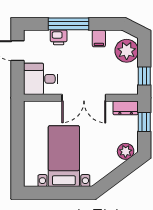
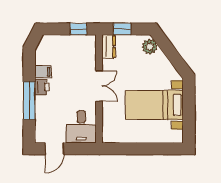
printer: (59, 37) -> (42, 87), moved
plant: (127, 51) -> (55, 46), removed
double door: (84, 98) -> (99, 86), width x0.73

